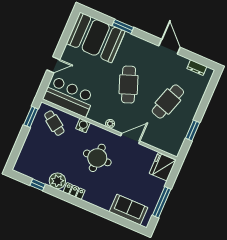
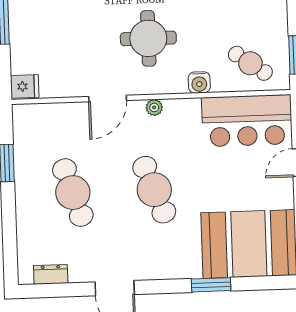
cafe table: (168, 102) -> (73, 193), turned -36
fridge: (163, 167) -> (25, 86), width x0.53, depth x0.75

